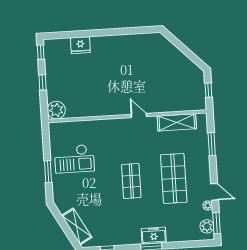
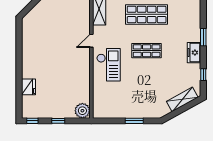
checkout: (74, 159) -> (109, 65), moved
freezer: (154, 235) -> (194, 53), moved

